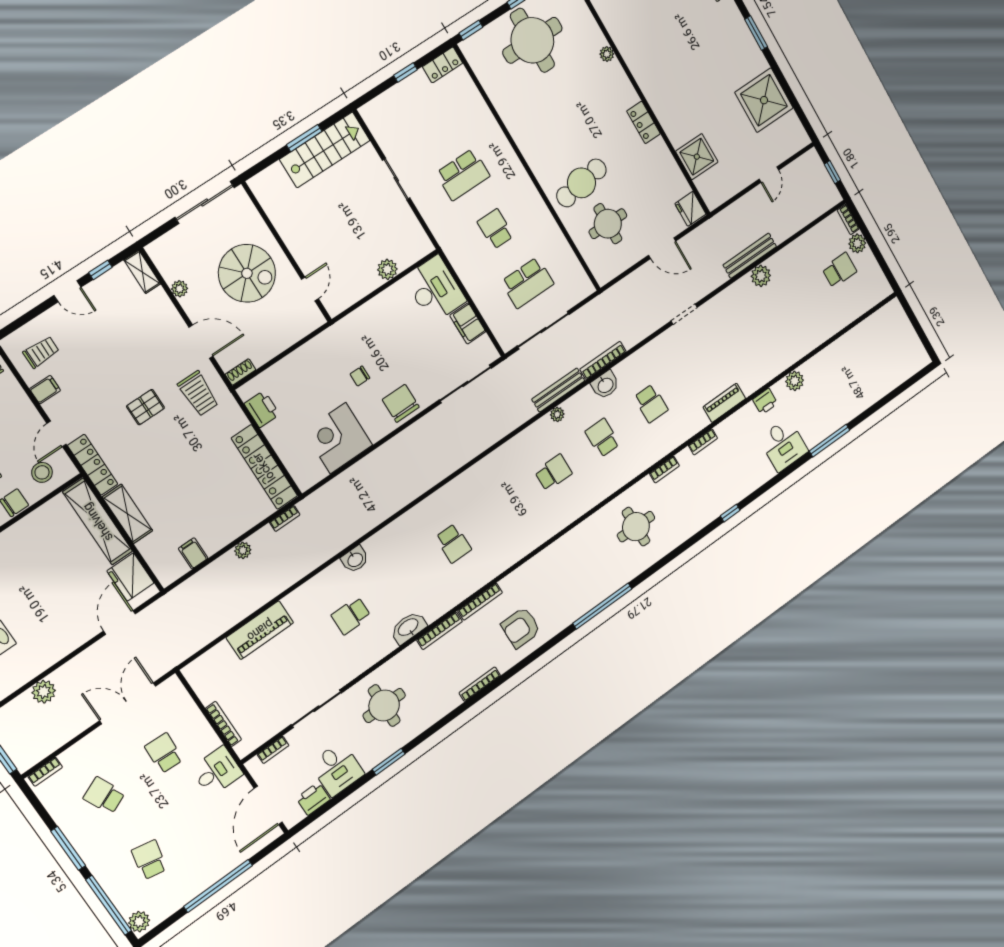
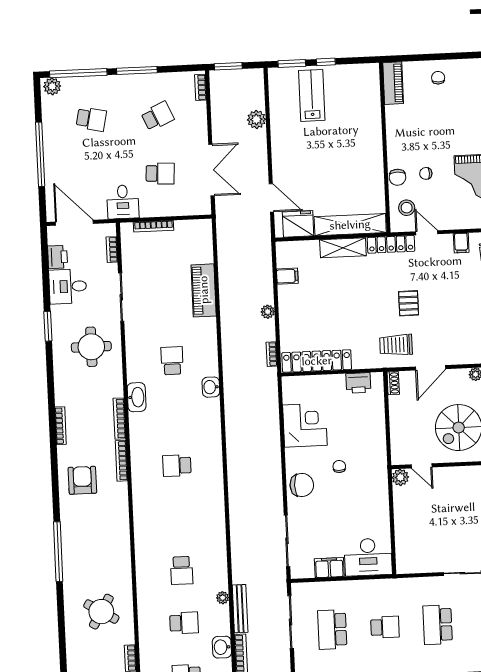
plant: (387, 269) -> (400, 477), moved
round table: (636, 527) -> (101, 612), turned 31

